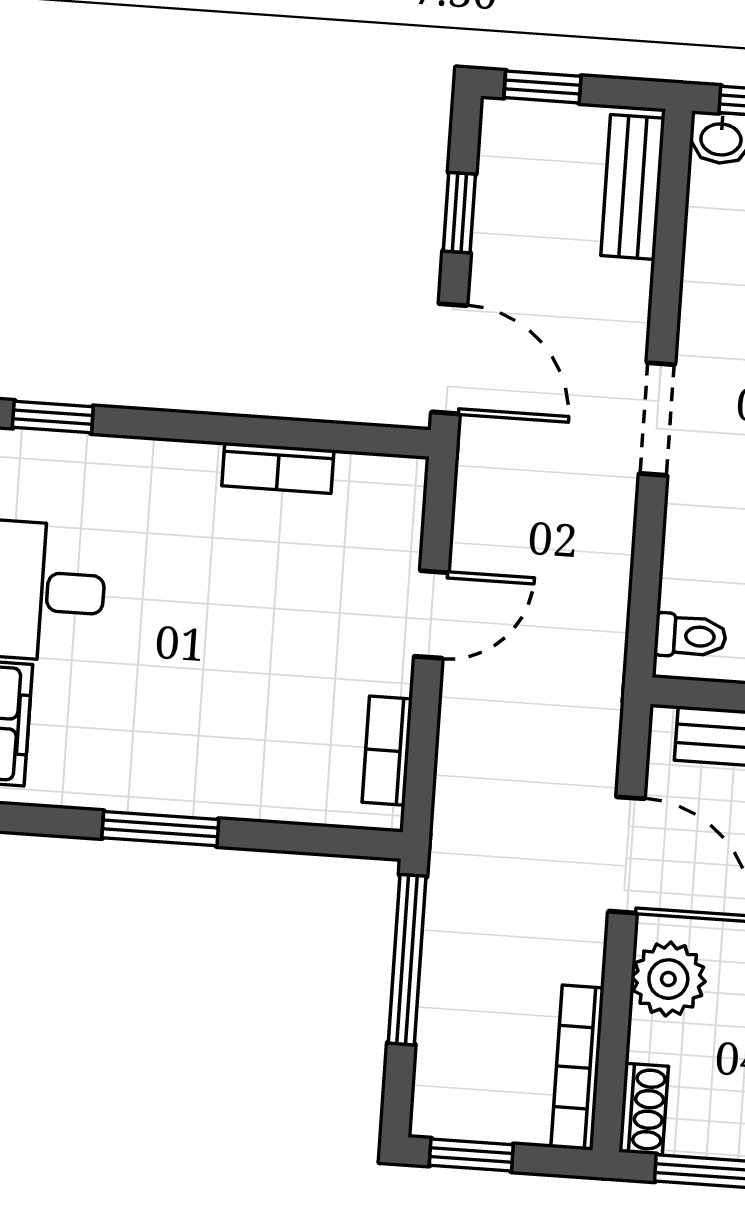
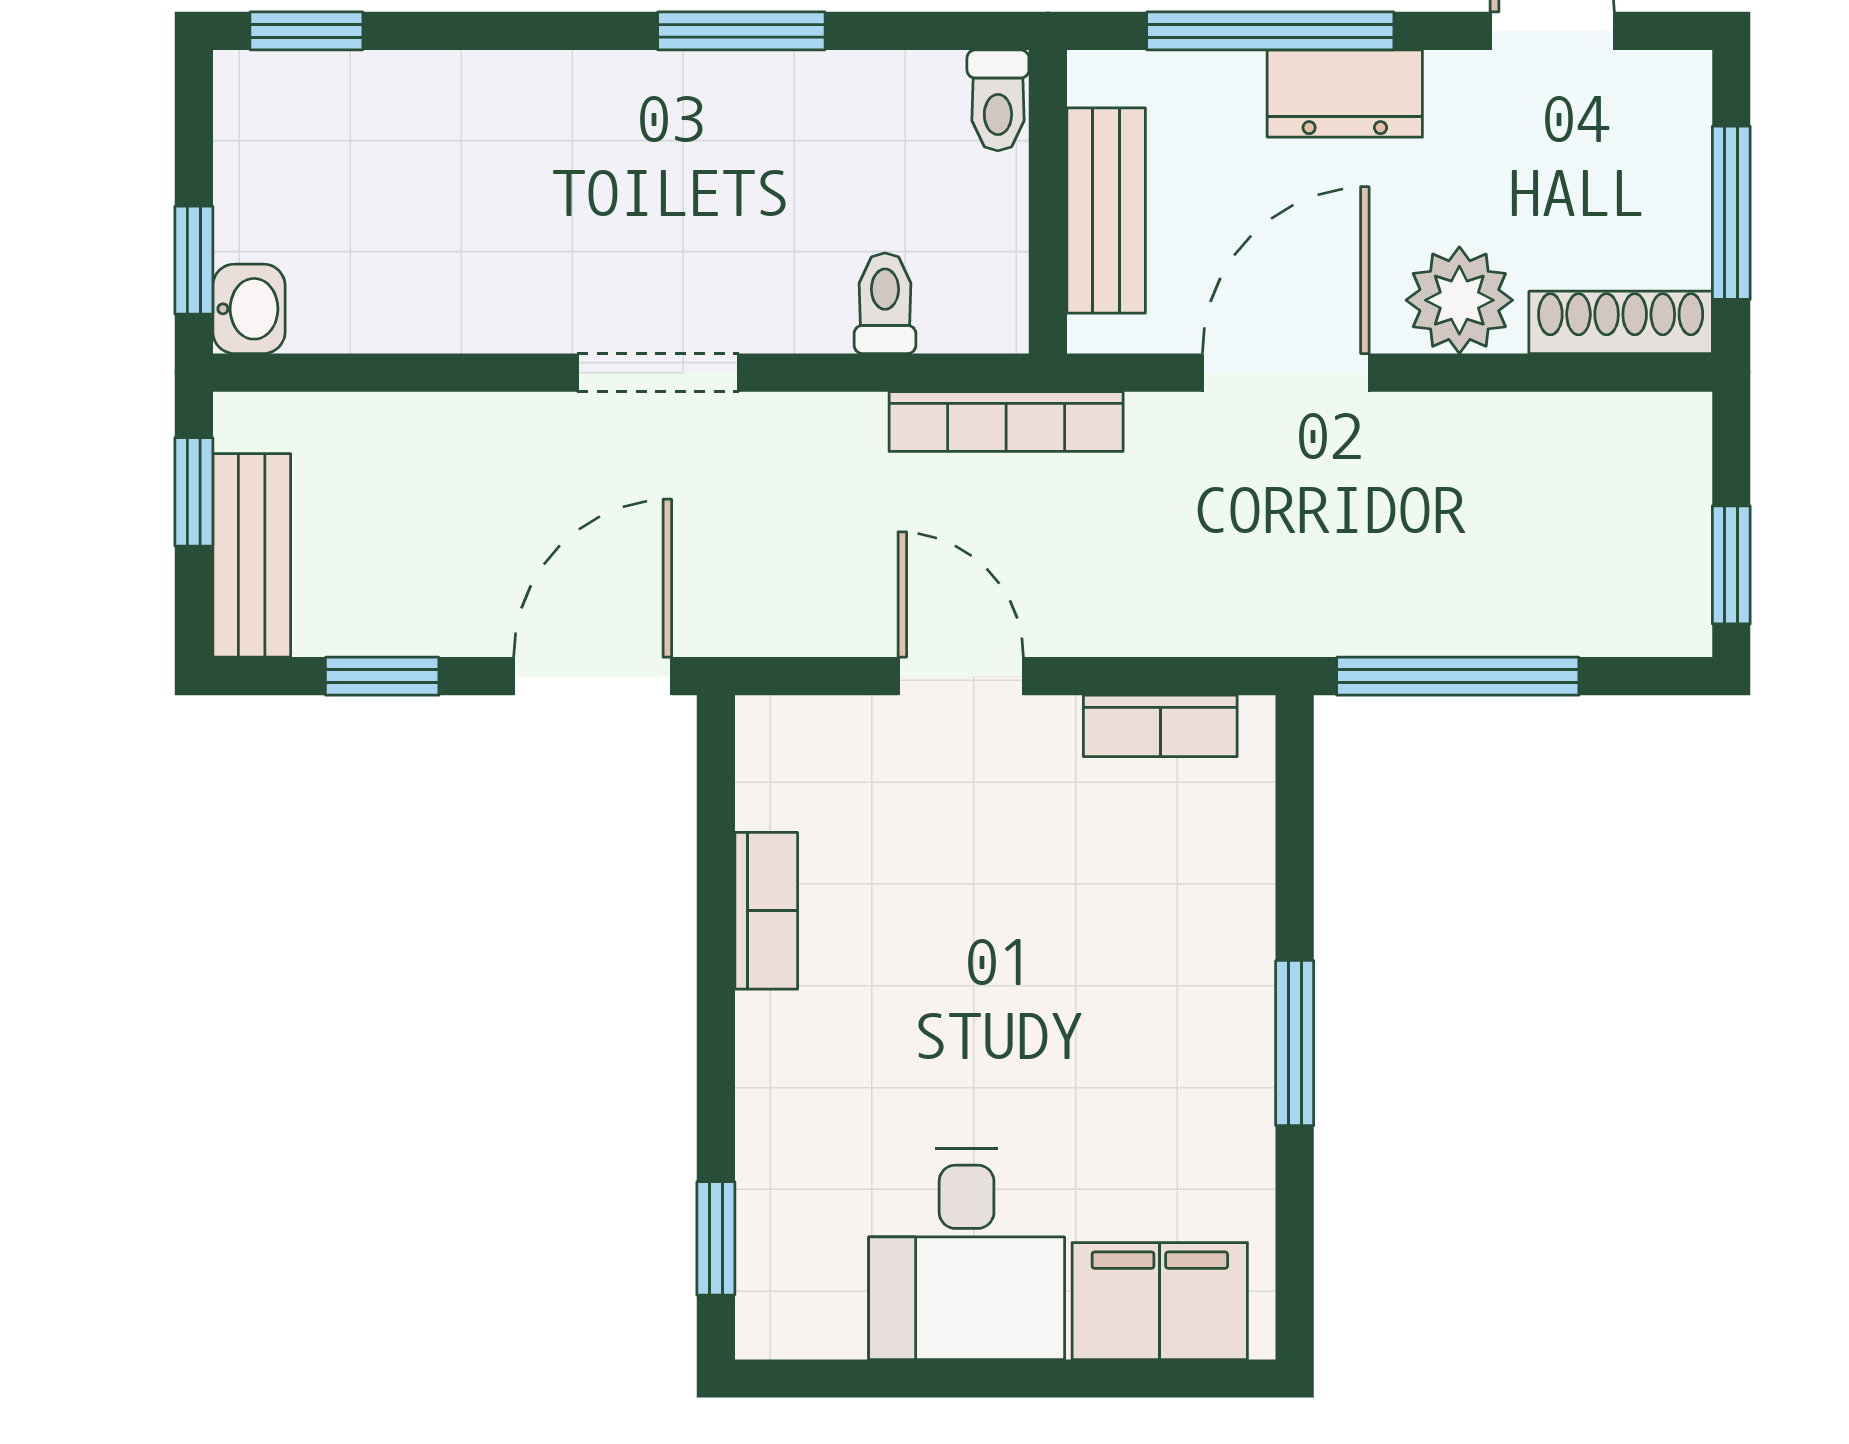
window: (542, 87) -> (194, 492), moved
bench: (633, 187) -> (252, 555), moved, turned 90
toilet: (690, 636) -> (885, 303), moved
bookcase: (577, 1068) -> (1006, 421), moved
shoe rack: (644, 1109) -> (1621, 322), width x1.43

